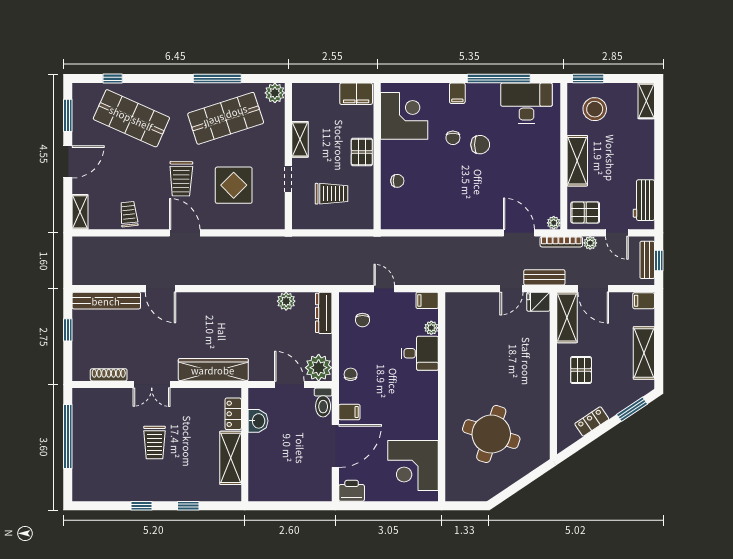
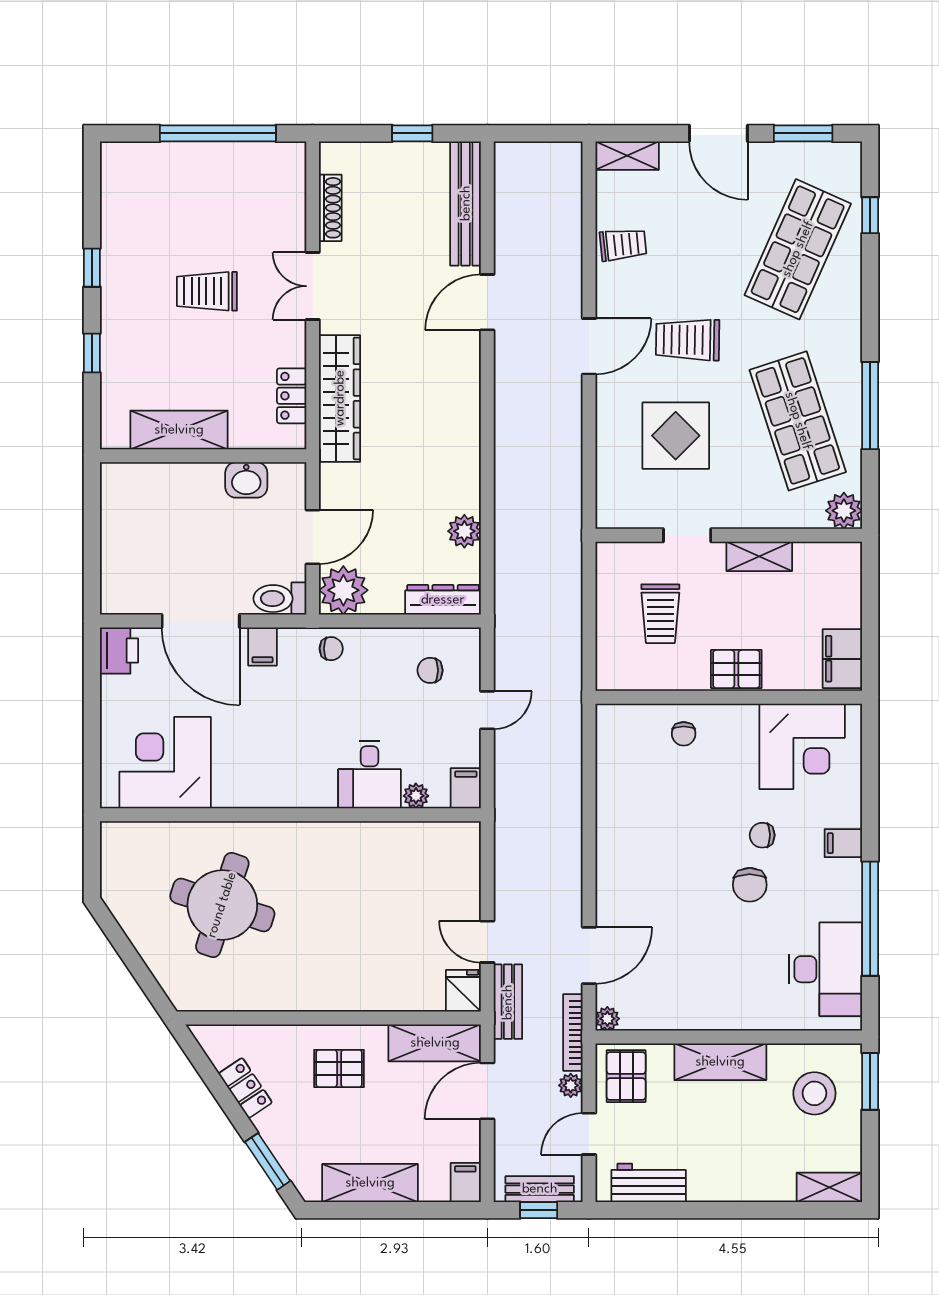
locker: (233, 414) -> (292, 396), moved, turned -90

